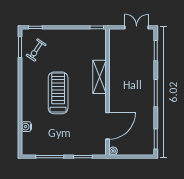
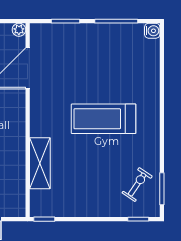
shelving: (100, 77) -> (40, 163), moved
treadmill: (58, 93) -> (104, 119), turned 90
water cooler: (26, 127) -> (152, 31), moved

